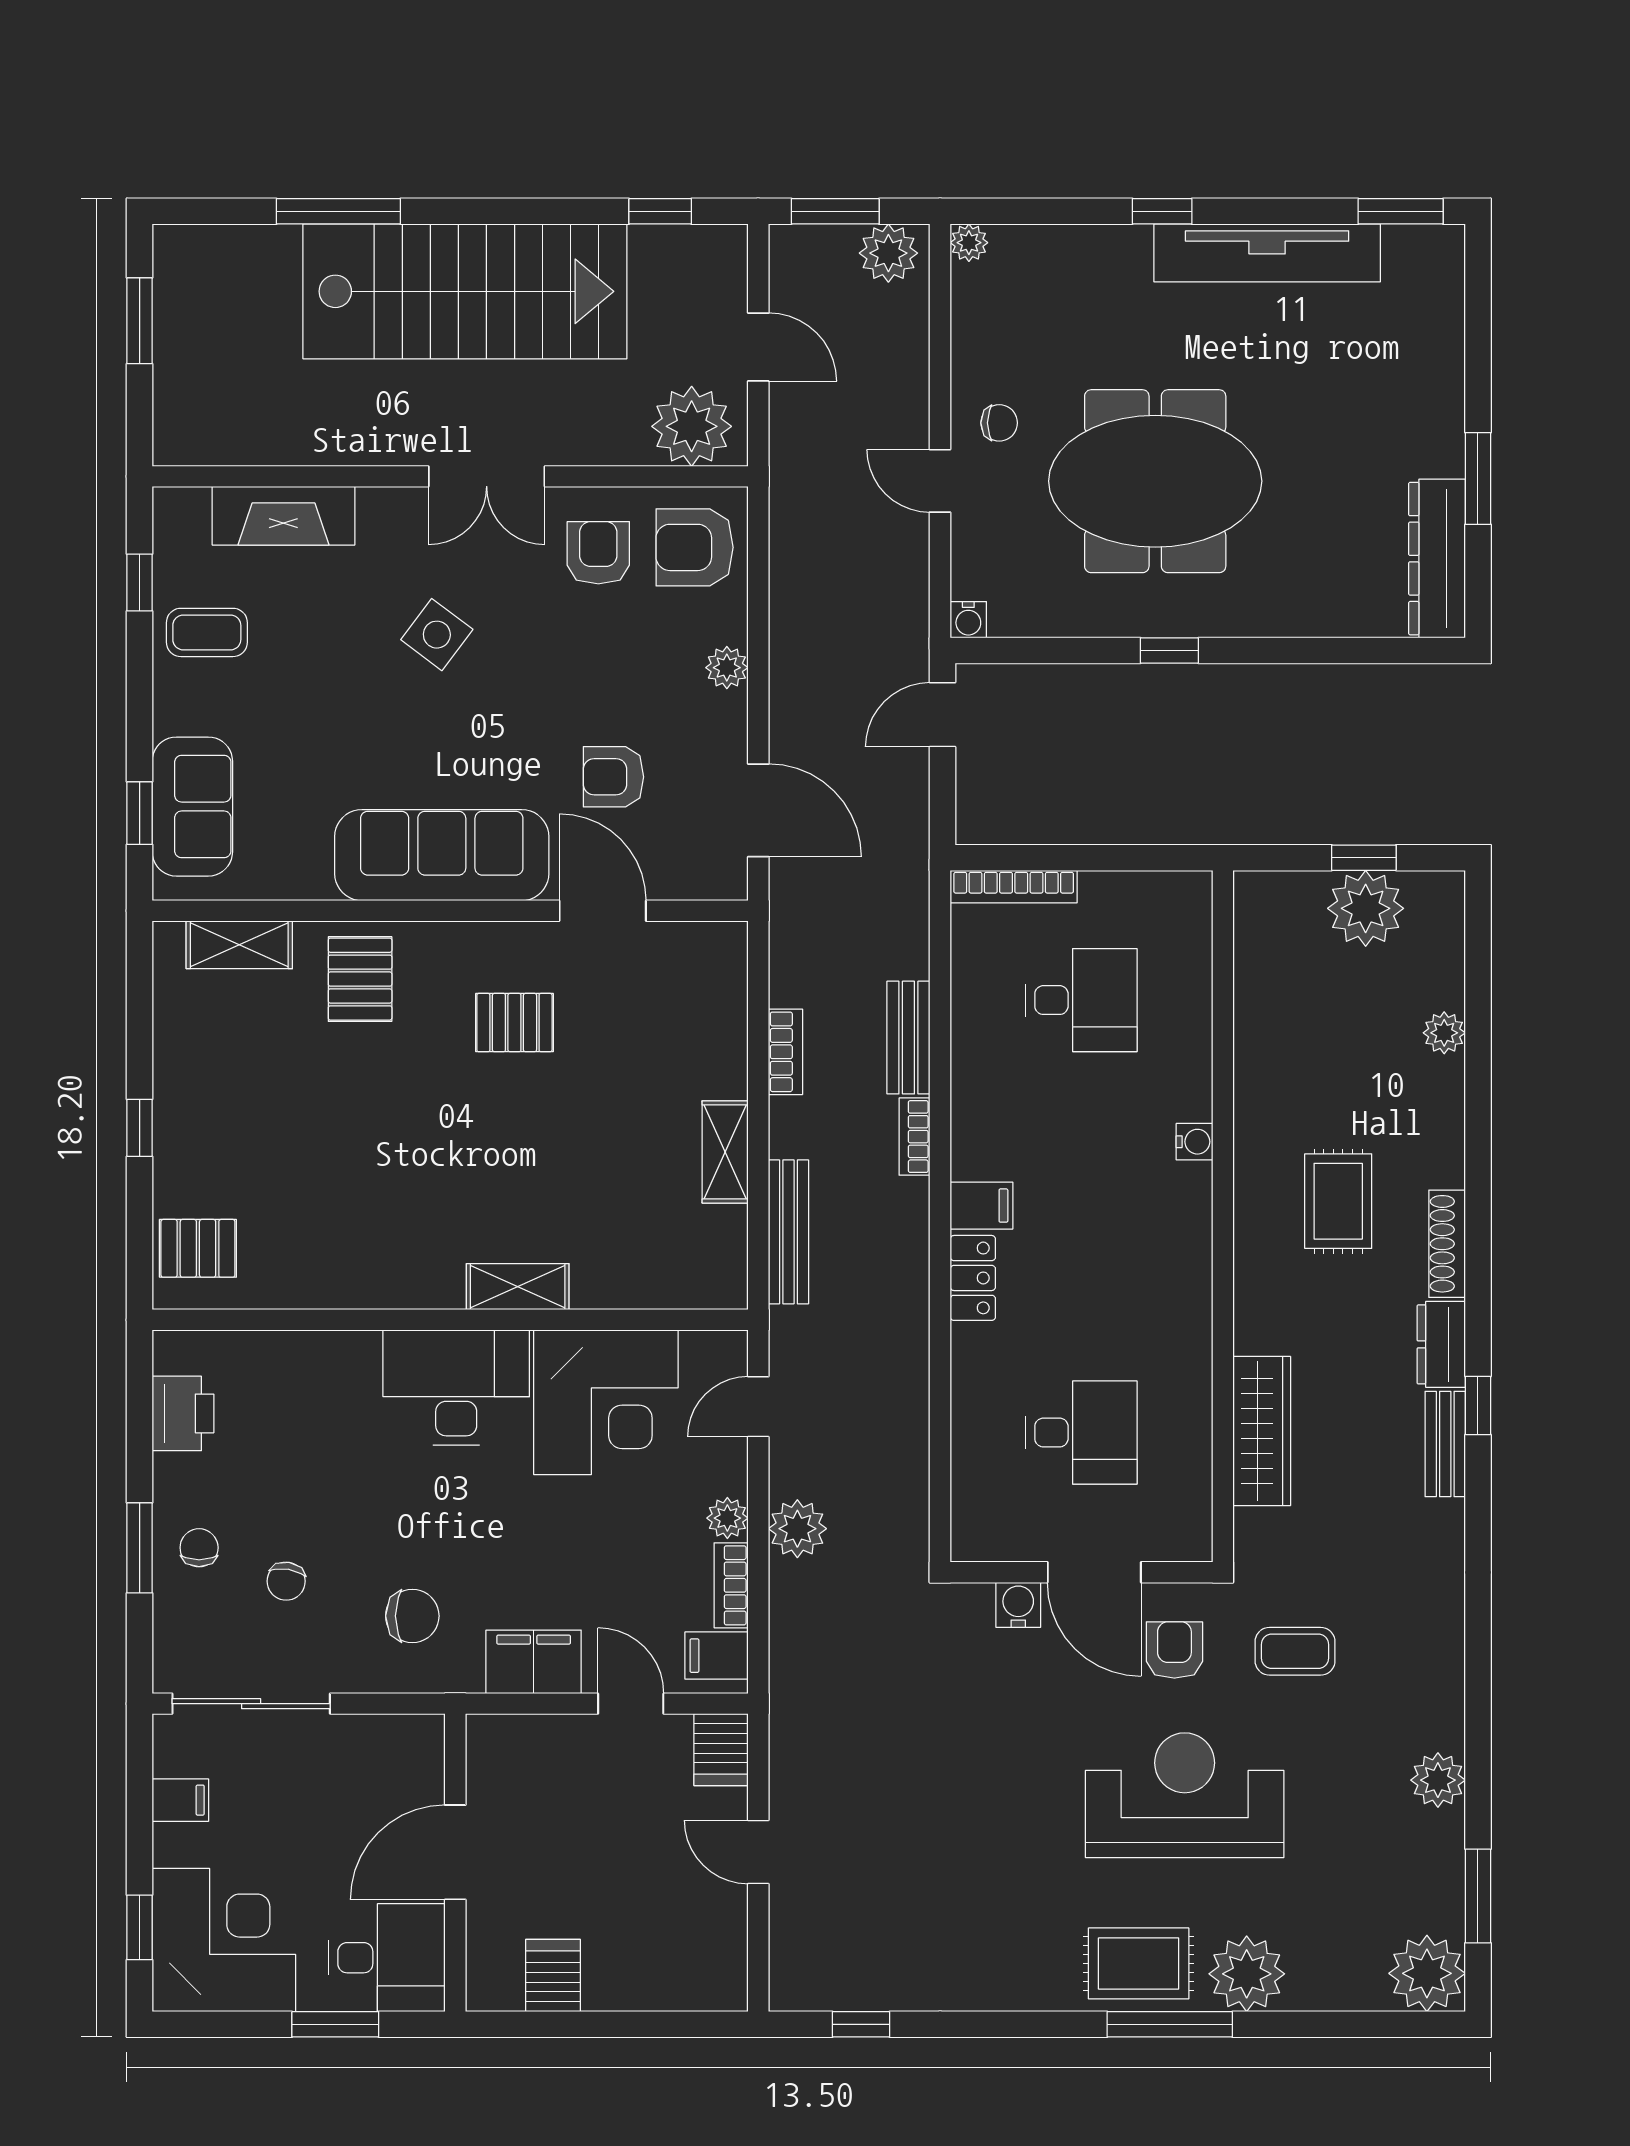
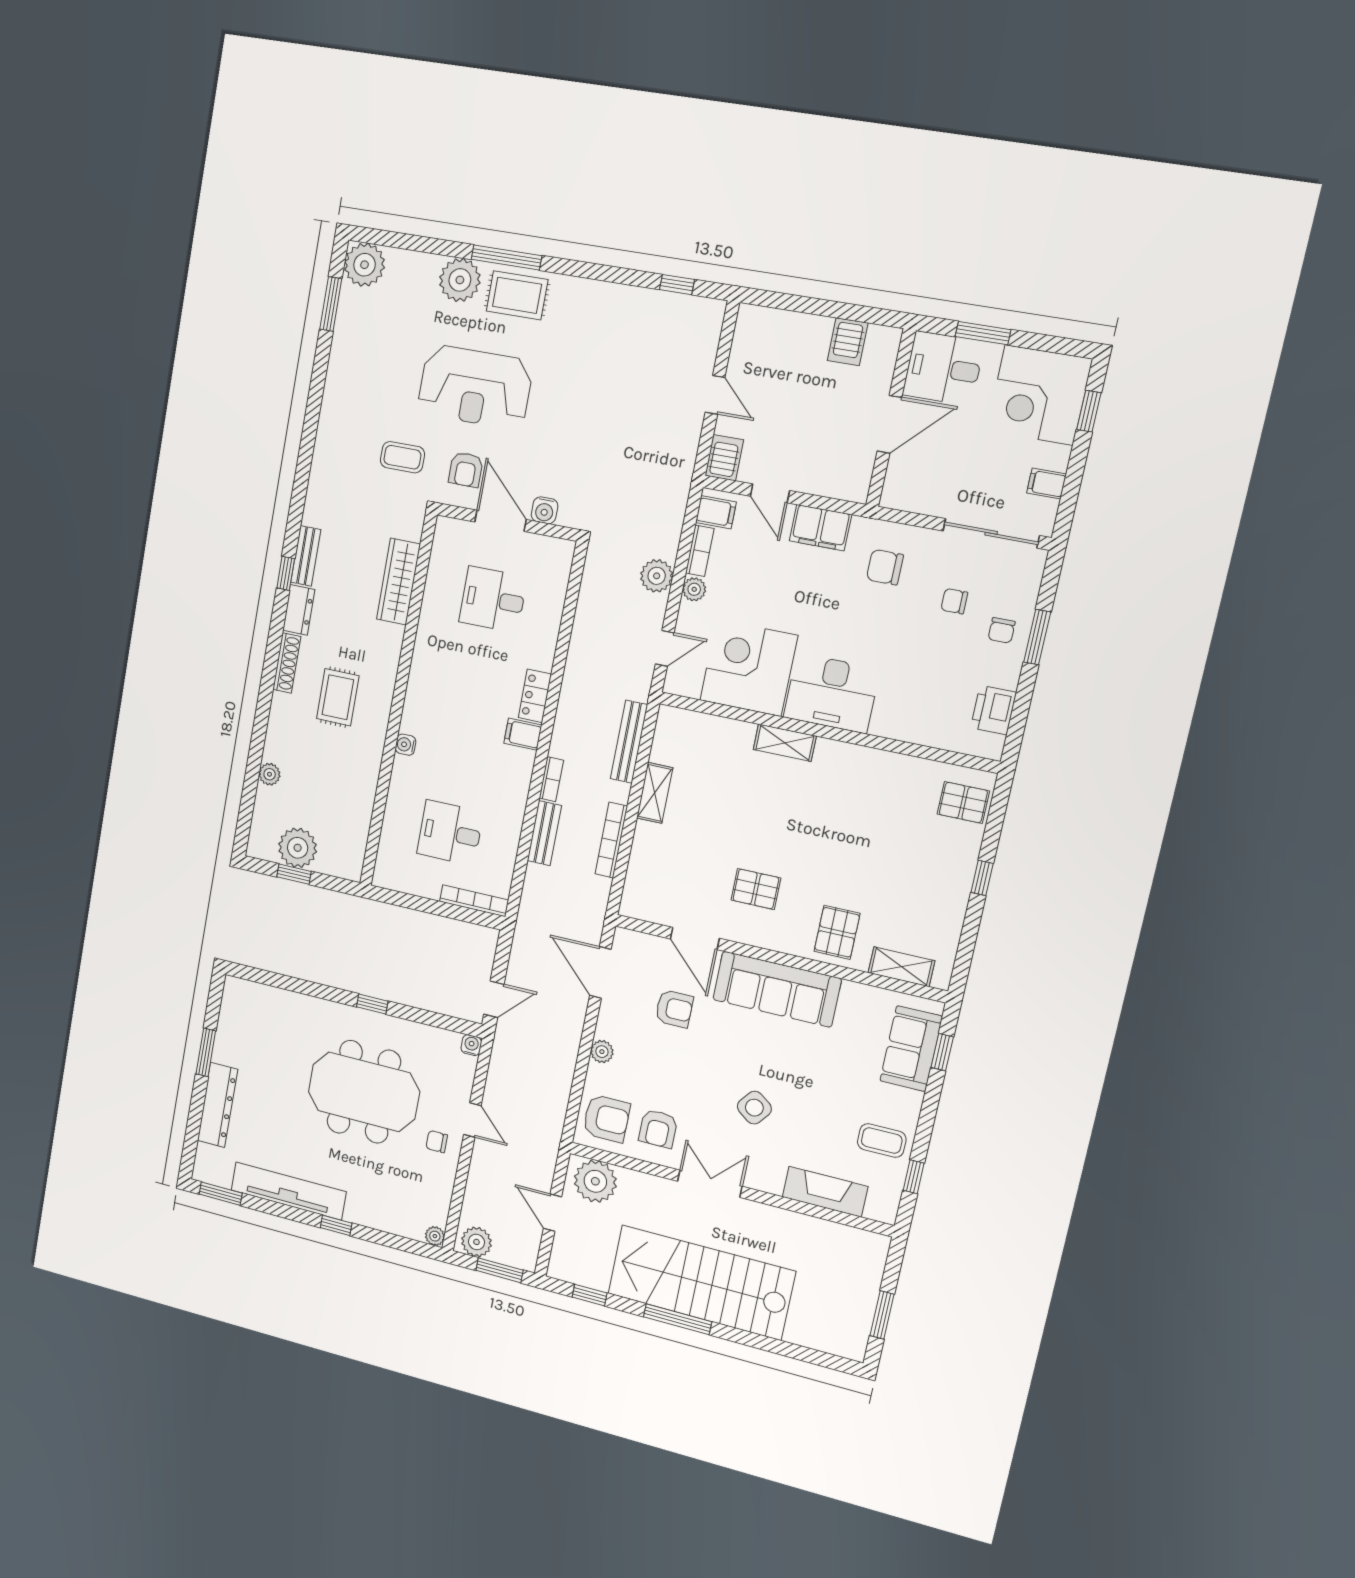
window: (338, 211) -> (677, 1319), moved
dresser: (1437, 559) -> (218, 1105), moved
bookcase: (785, 1052) -> (611, 840), width x1.56
chair: (286, 1581) -> (954, 601), turned -99
plant: (1438, 1780) -> (340, 372), removed

